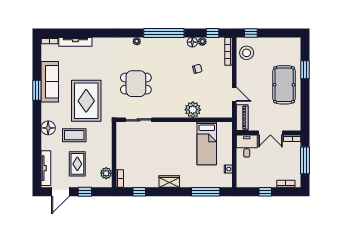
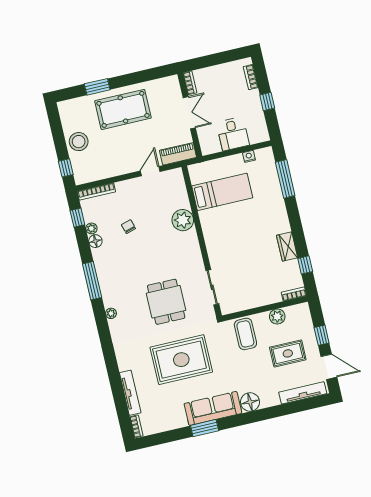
window: (164, 33) -> (92, 281), width x0.68
stool: (247, 53) -> (79, 142), moved
sofa: (50, 82) -> (213, 408), moved
rug: (86, 101) -> (181, 360), moved
coffee table: (74, 135) -> (245, 334), moved
desk: (247, 146) -> (233, 134), moved, turned -90
window: (305, 160) -> (215, 59), removed
plant: (106, 173) -> (277, 317), moved
wardrobe: (169, 182) -> (287, 246), moved

